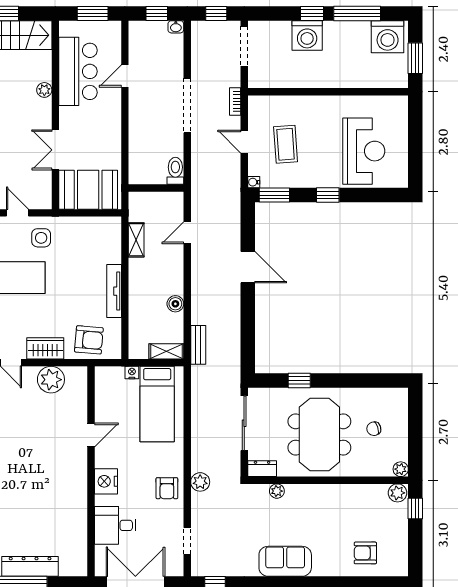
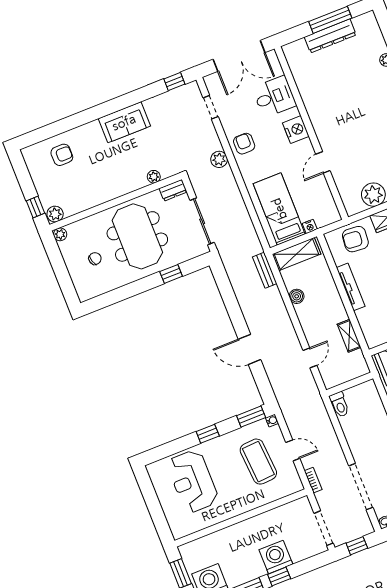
doorway: (187, 106) -> (361, 487), moved
coffee table: (286, 144) -> (258, 462), width x1.36, depth x1.32
shelving: (166, 351) -> (296, 254), width x1.50, depth x1.33

